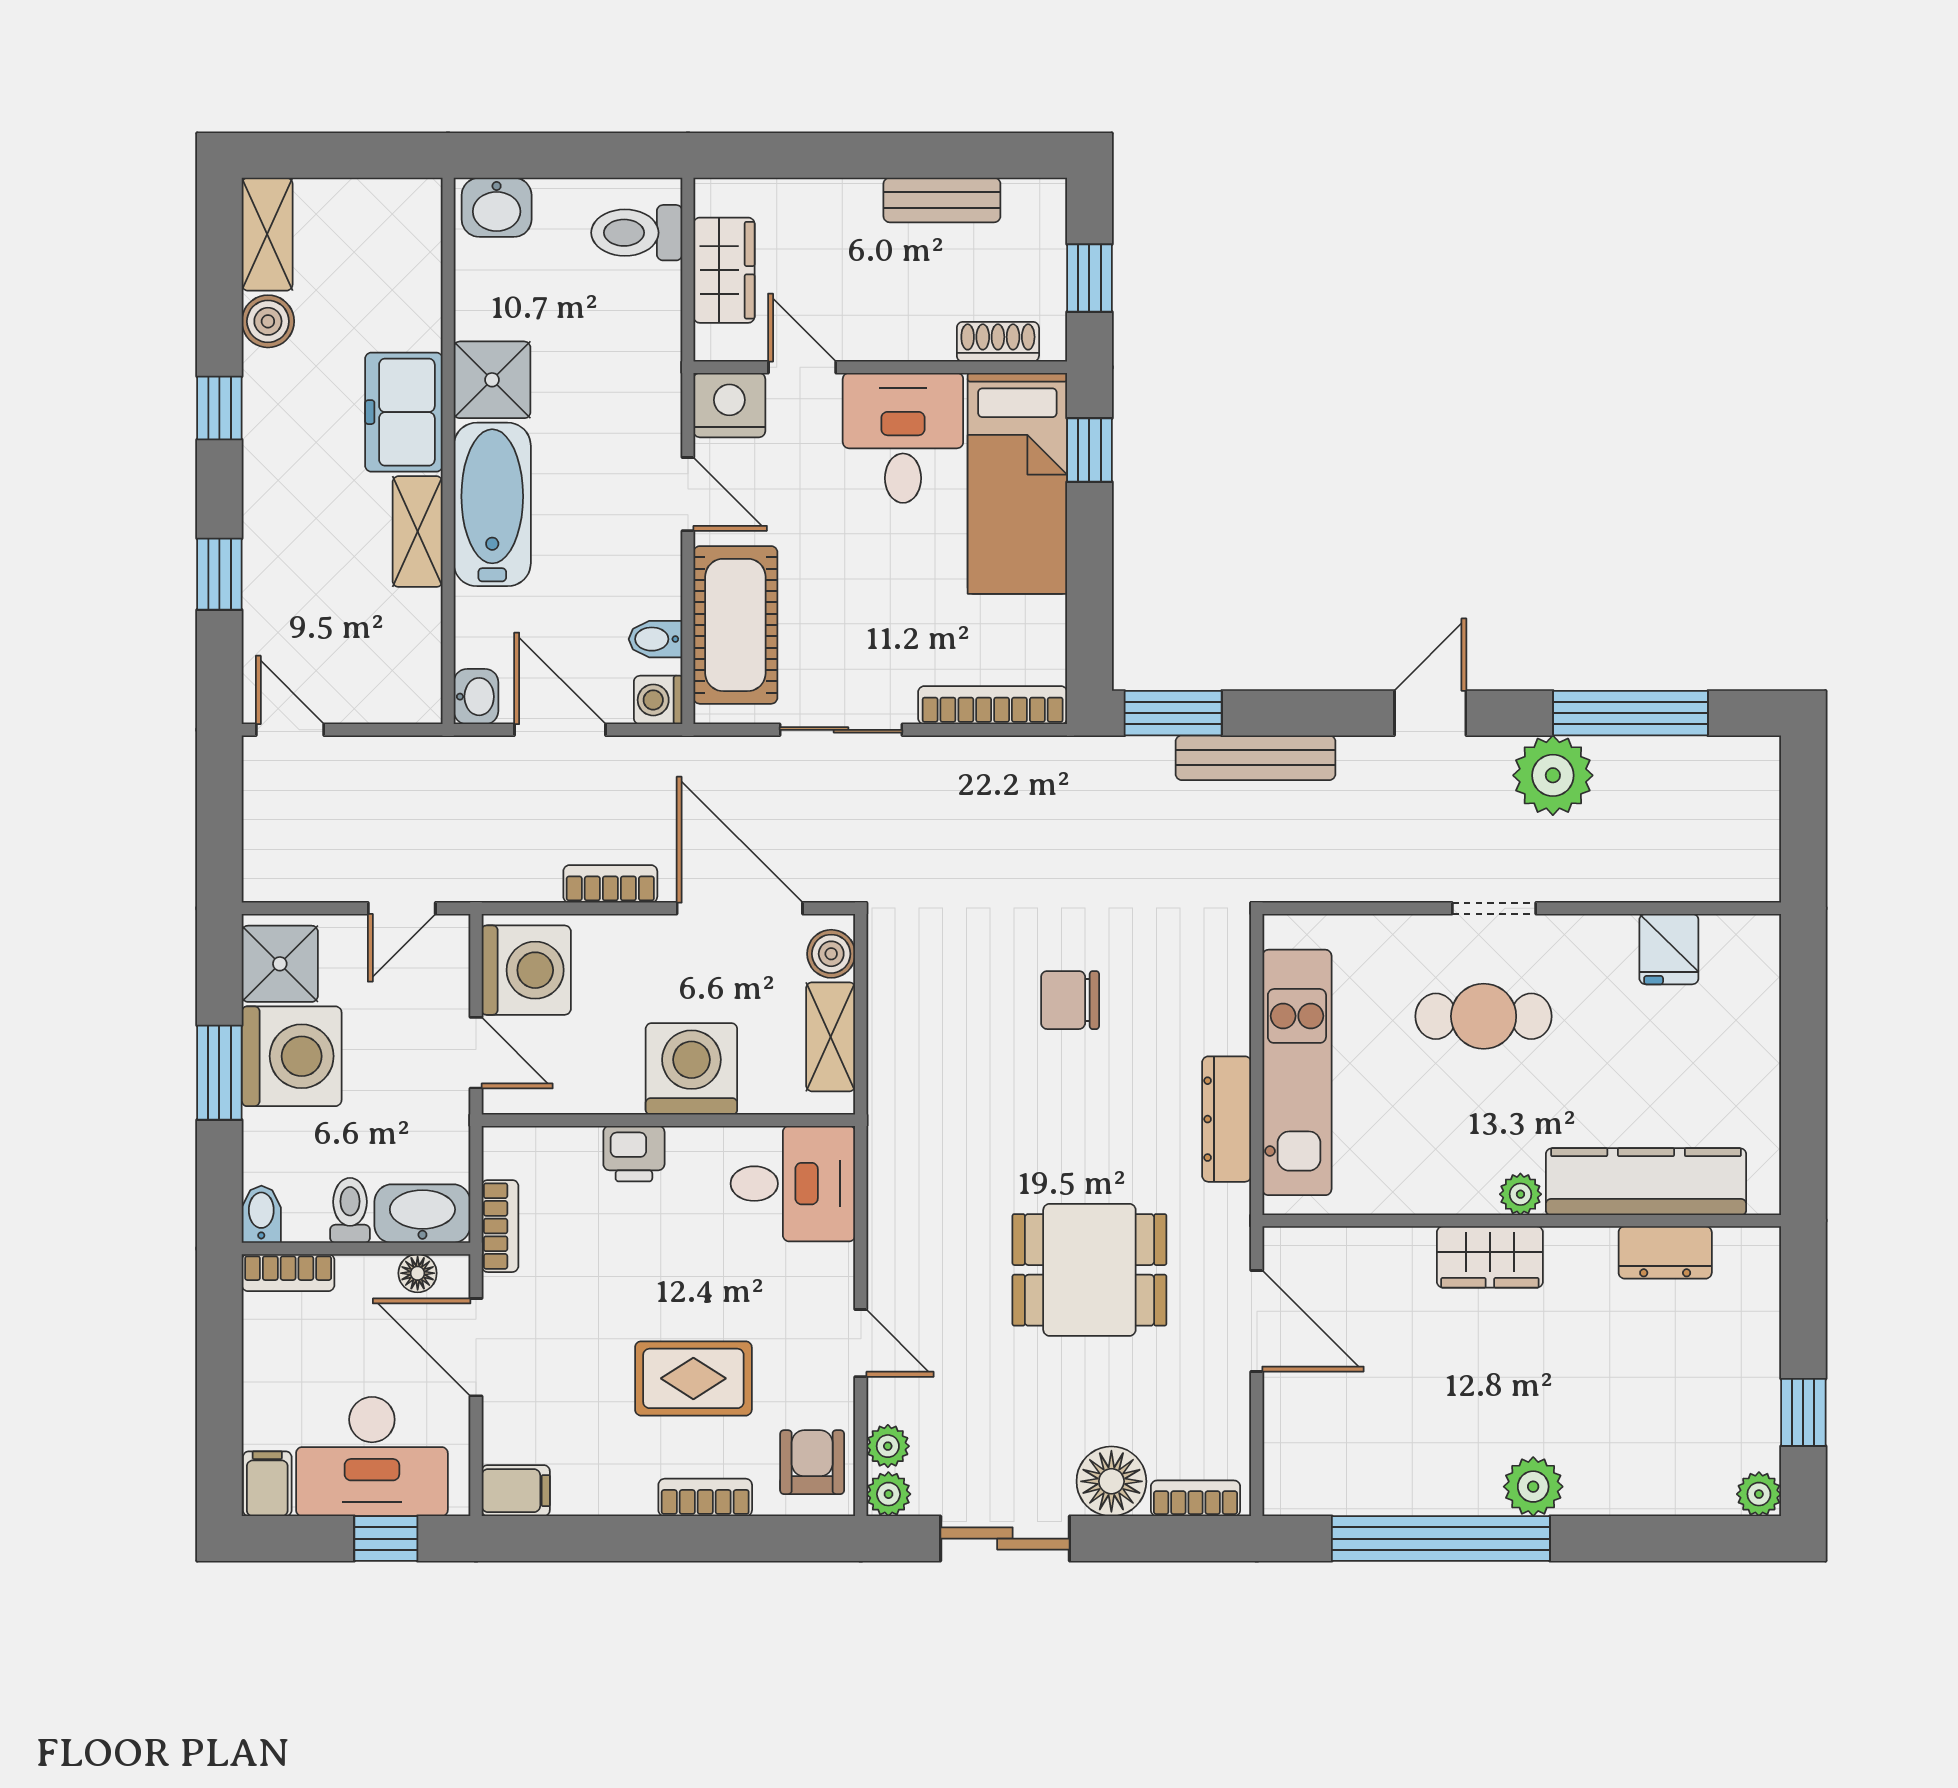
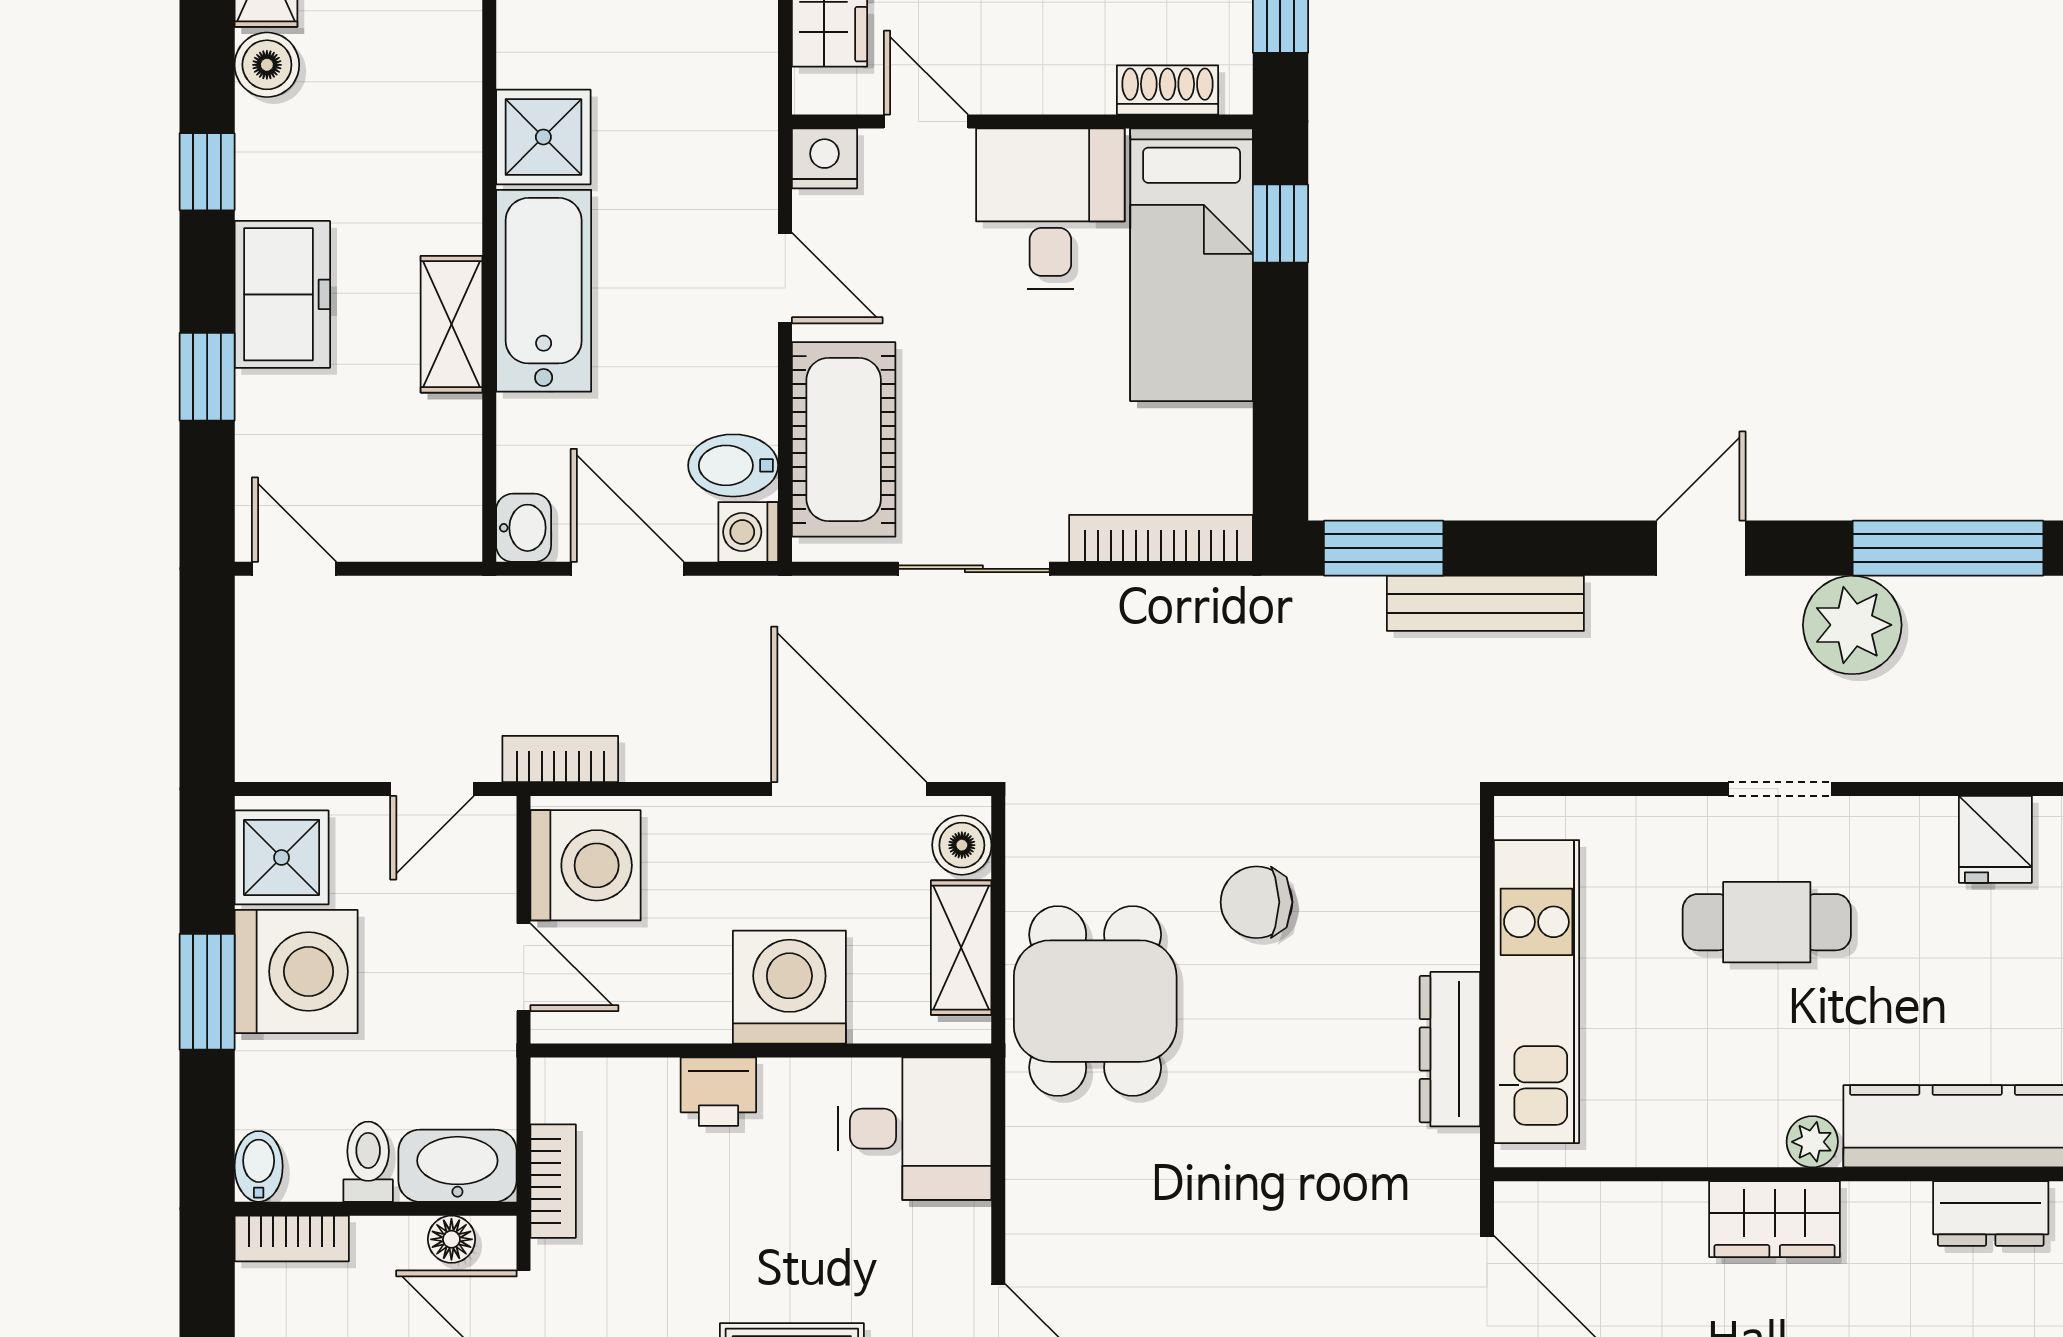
nightstand: (729, 405) -> (825, 158), width x0.74, depth x0.75
freezer: (404, 412) -> (282, 294), moved, turned 180
bidet: (655, 639) -> (733, 465), width x1.38, depth x1.36
bookcase: (610, 884) -> (560, 759), moved
dining table: (1089, 1270) -> (1095, 1001), moved, turned 90

